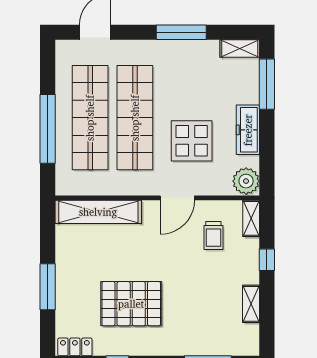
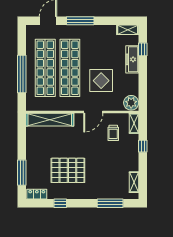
window: (181, 32) -> (80, 21), moved
window: (267, 84) -> (143, 49), width x0.46
freezer: (248, 130) -> (132, 59), moved
window: (48, 287) -> (22, 173), moved
shelving: (251, 304) -> (134, 182), moved

